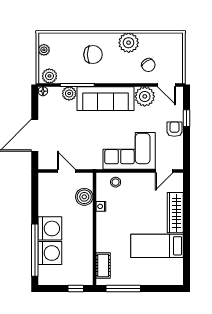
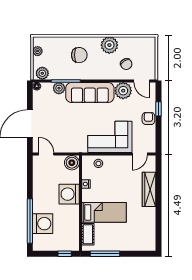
door: (66, 171) -> (46, 154), moved
boiler: (84, 197) -> (72, 163), moved
washing machine: (50, 228) -> (69, 194), moved, turned 180
bed: (157, 246) -> (104, 212), moved, turned 180

